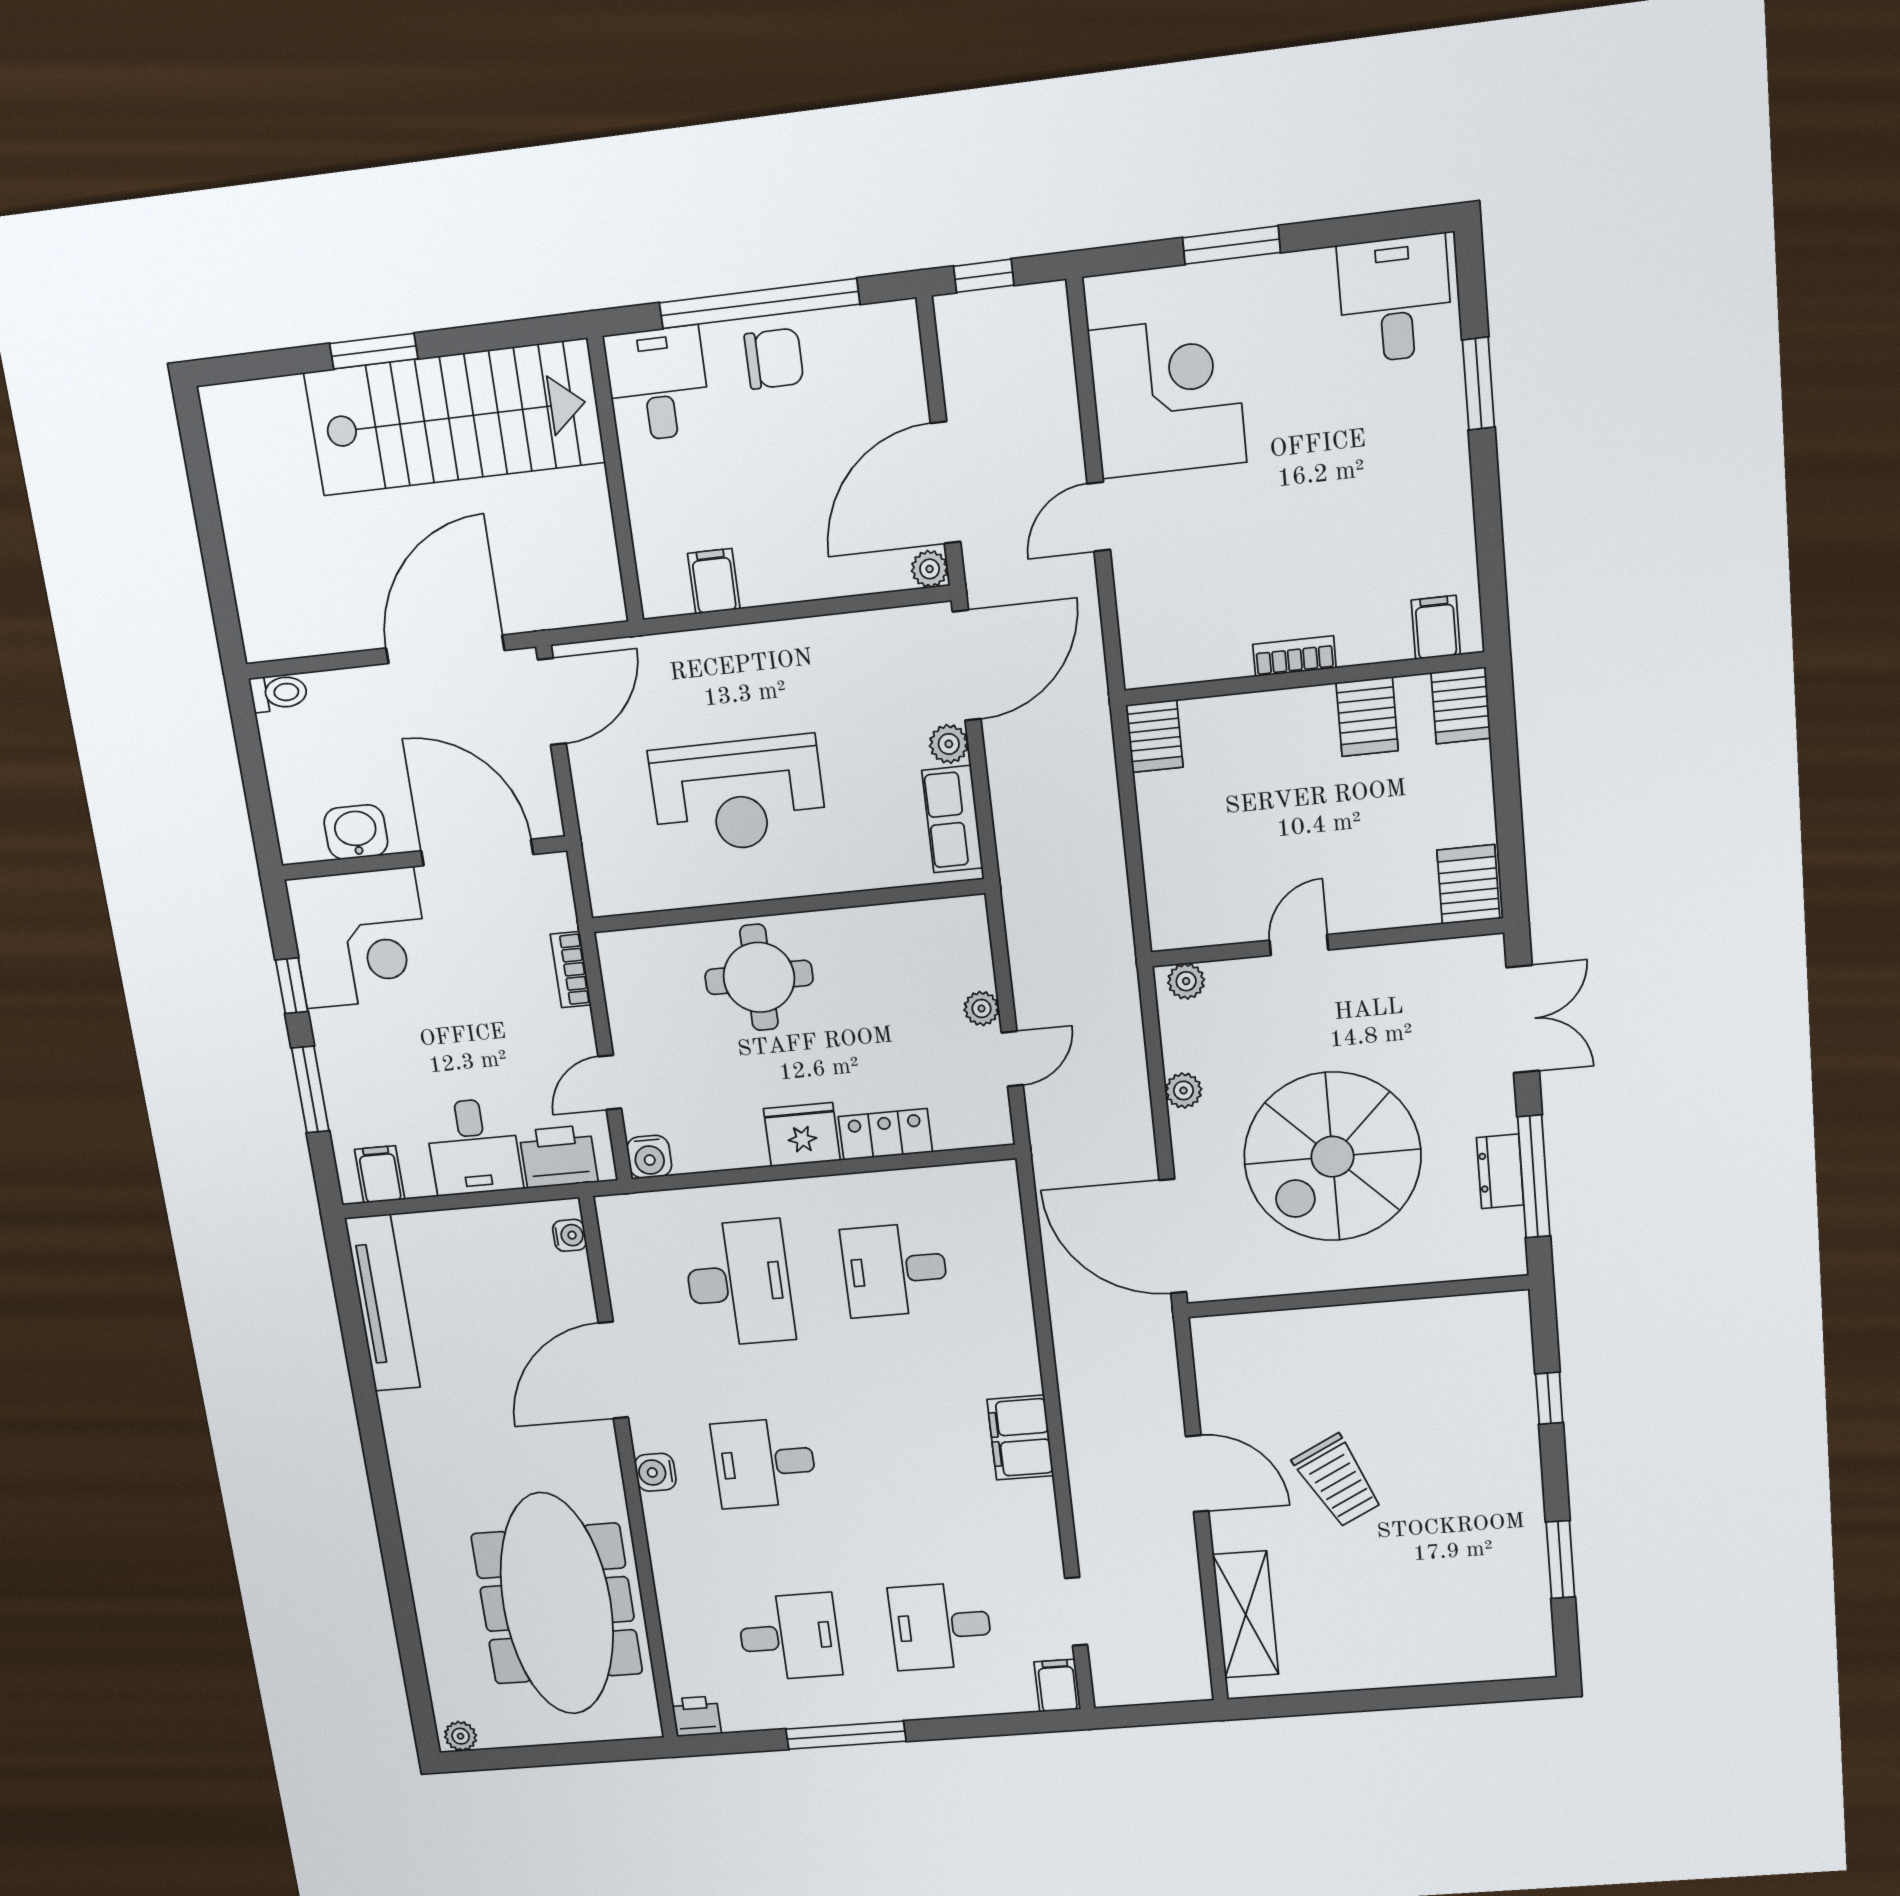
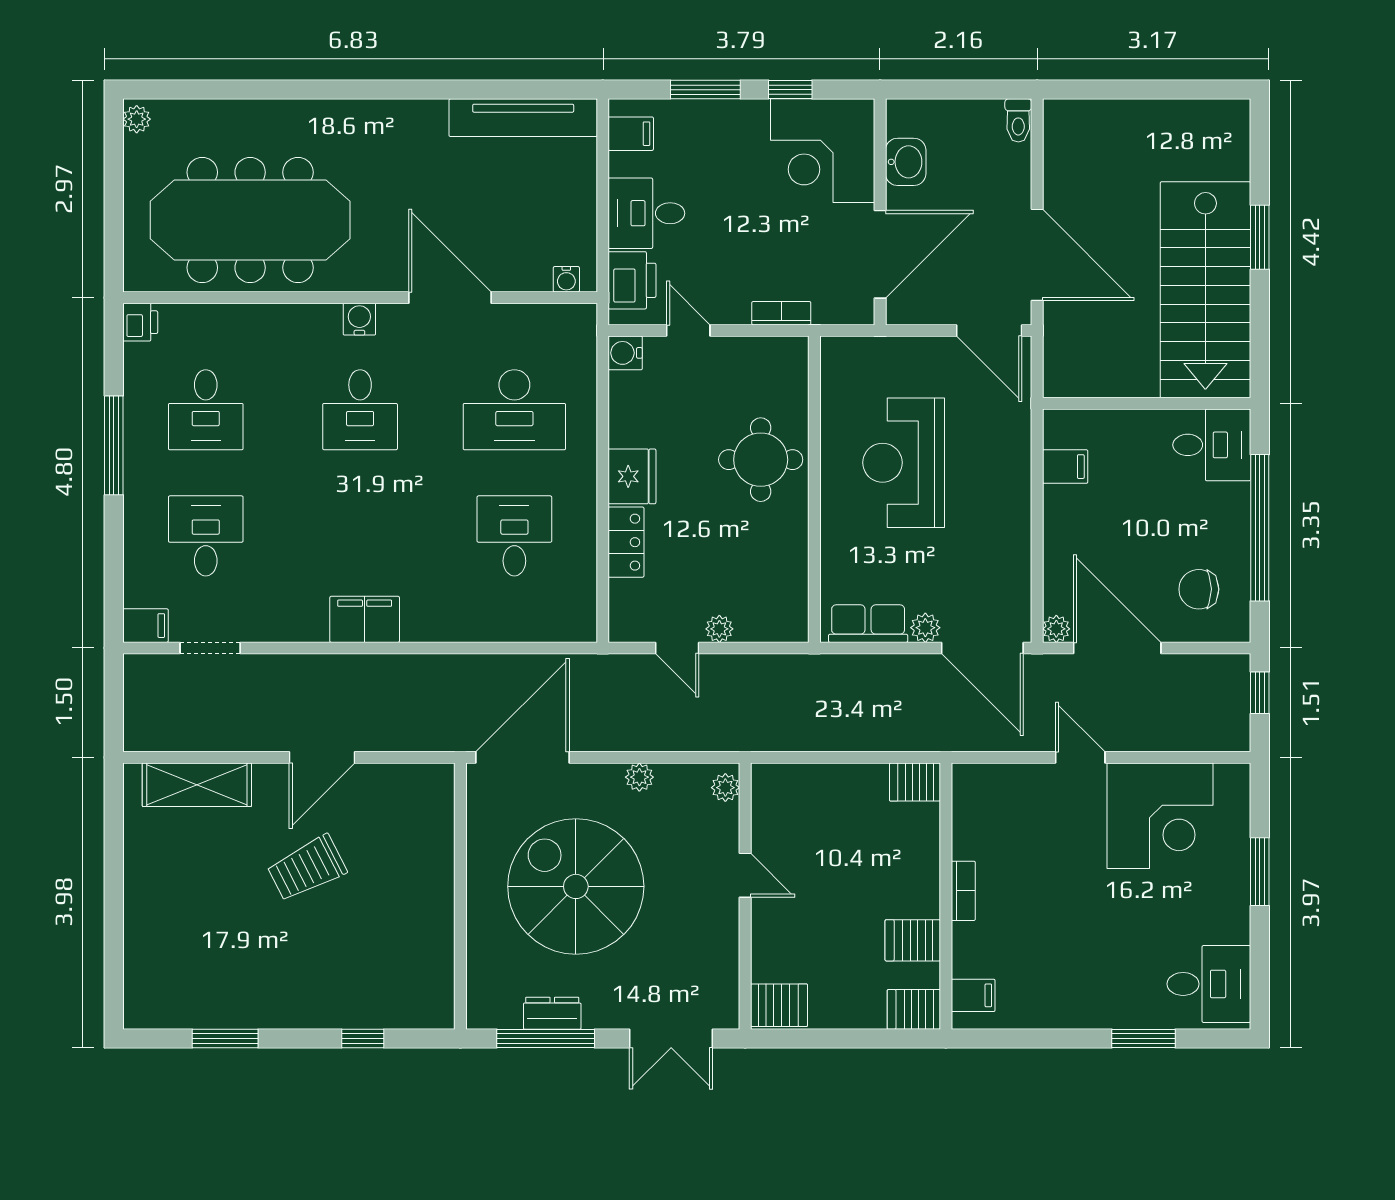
chair: (774, 359) -> (1199, 589), moved, turned 90
desk: (764, 1463) -> (360, 410), turned 180

